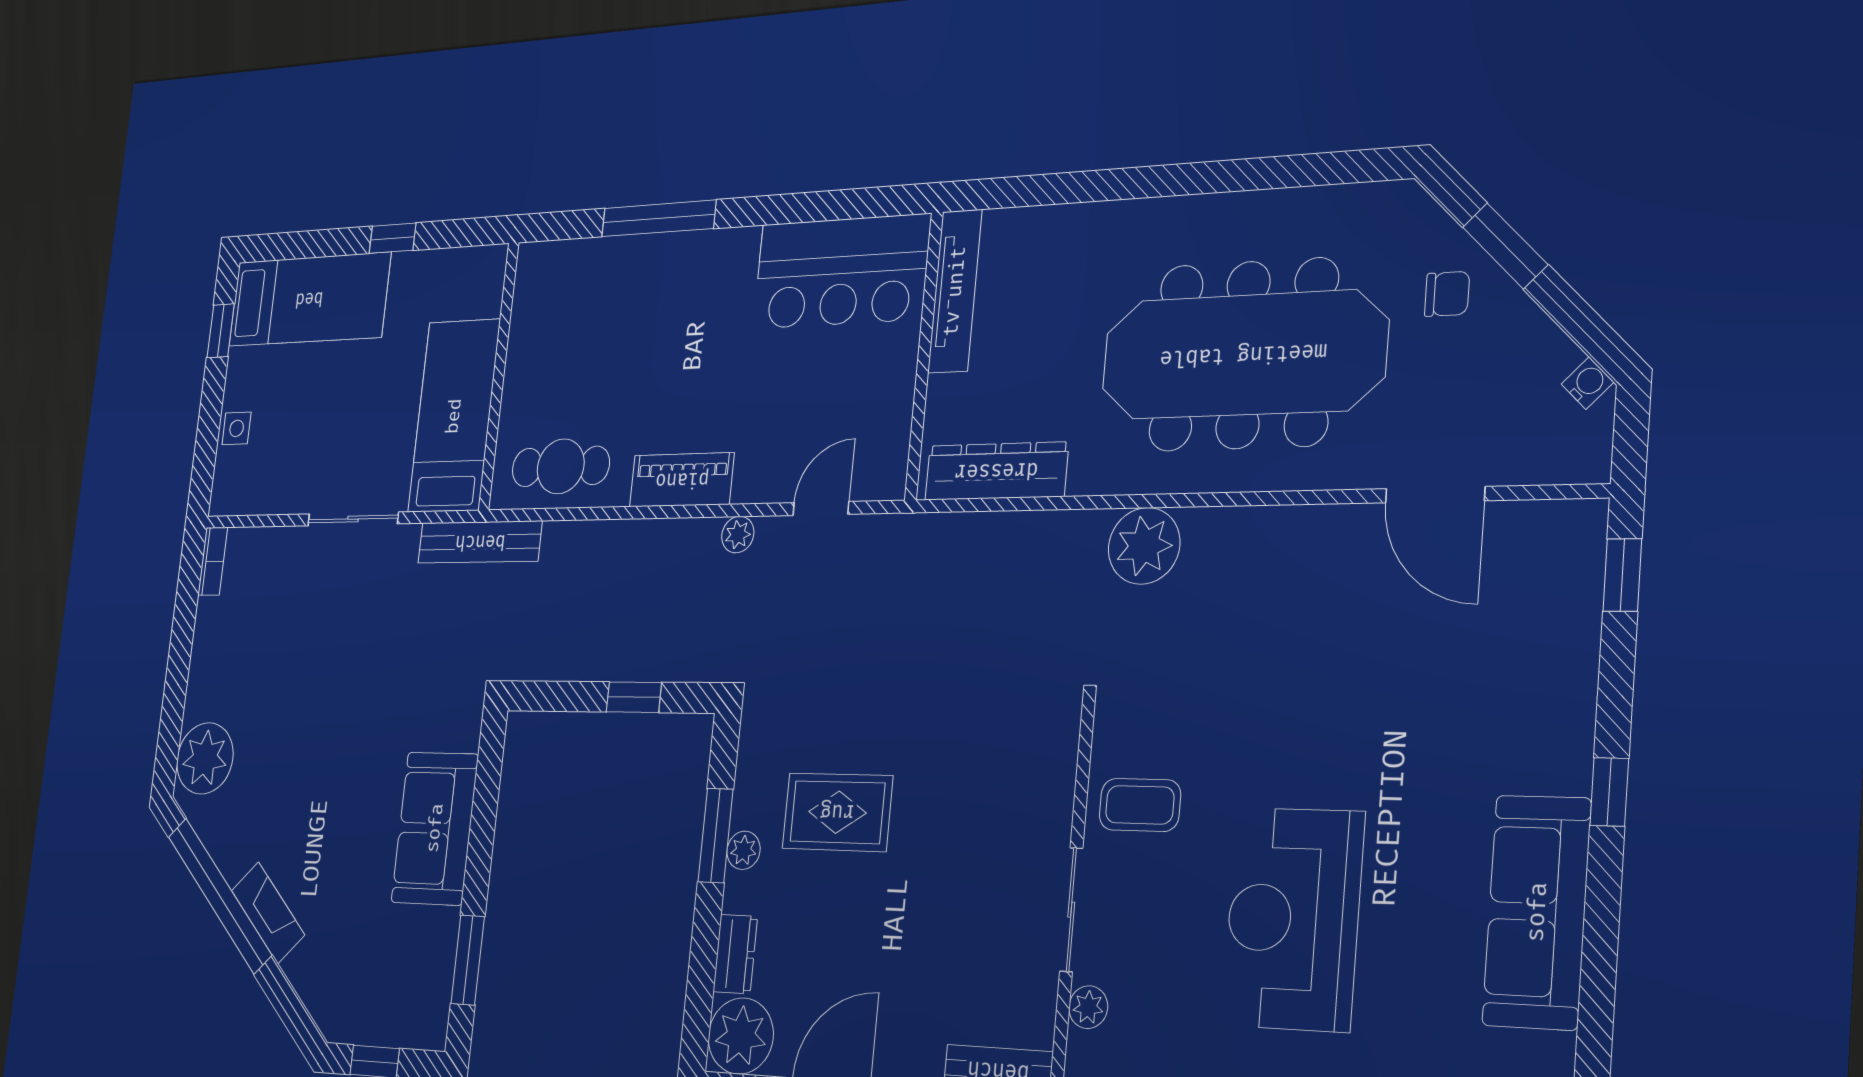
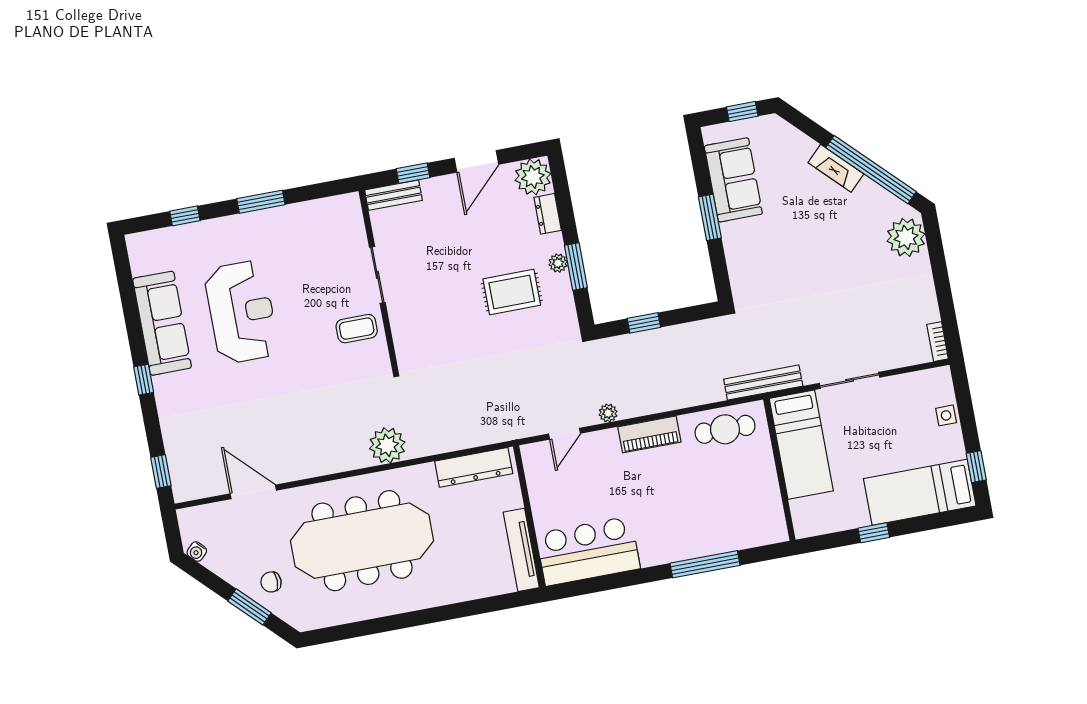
sofa: (435, 828) -> (733, 180), moved
reception desk: (1293, 919) -> (242, 312), moved
window: (468, 960) -> (710, 217), moved
plant: (1088, 1007) -> (357, 234), removed

